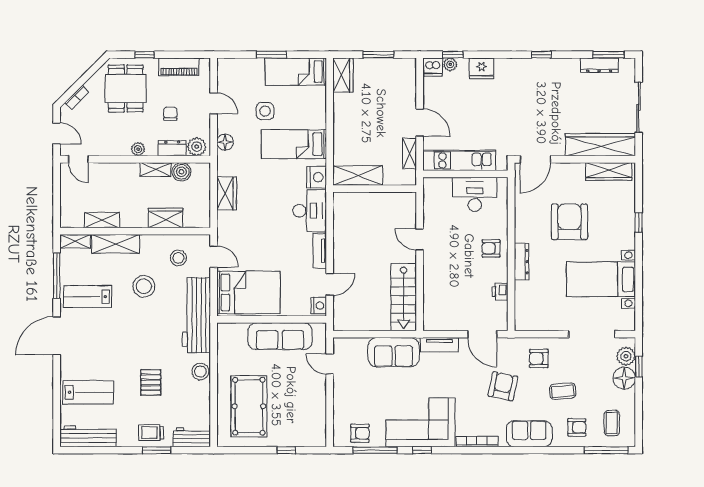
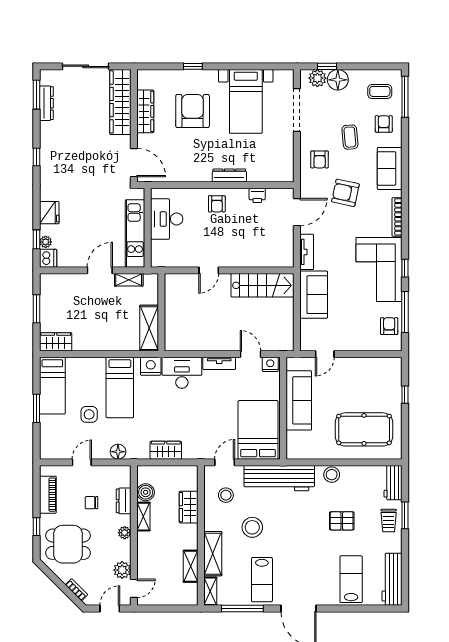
plant: (197, 147) -> (122, 570), moved
wardrobe: (609, 171) -> (145, 111), moved
armchair: (569, 222) -> (193, 111), moved, turned 90

